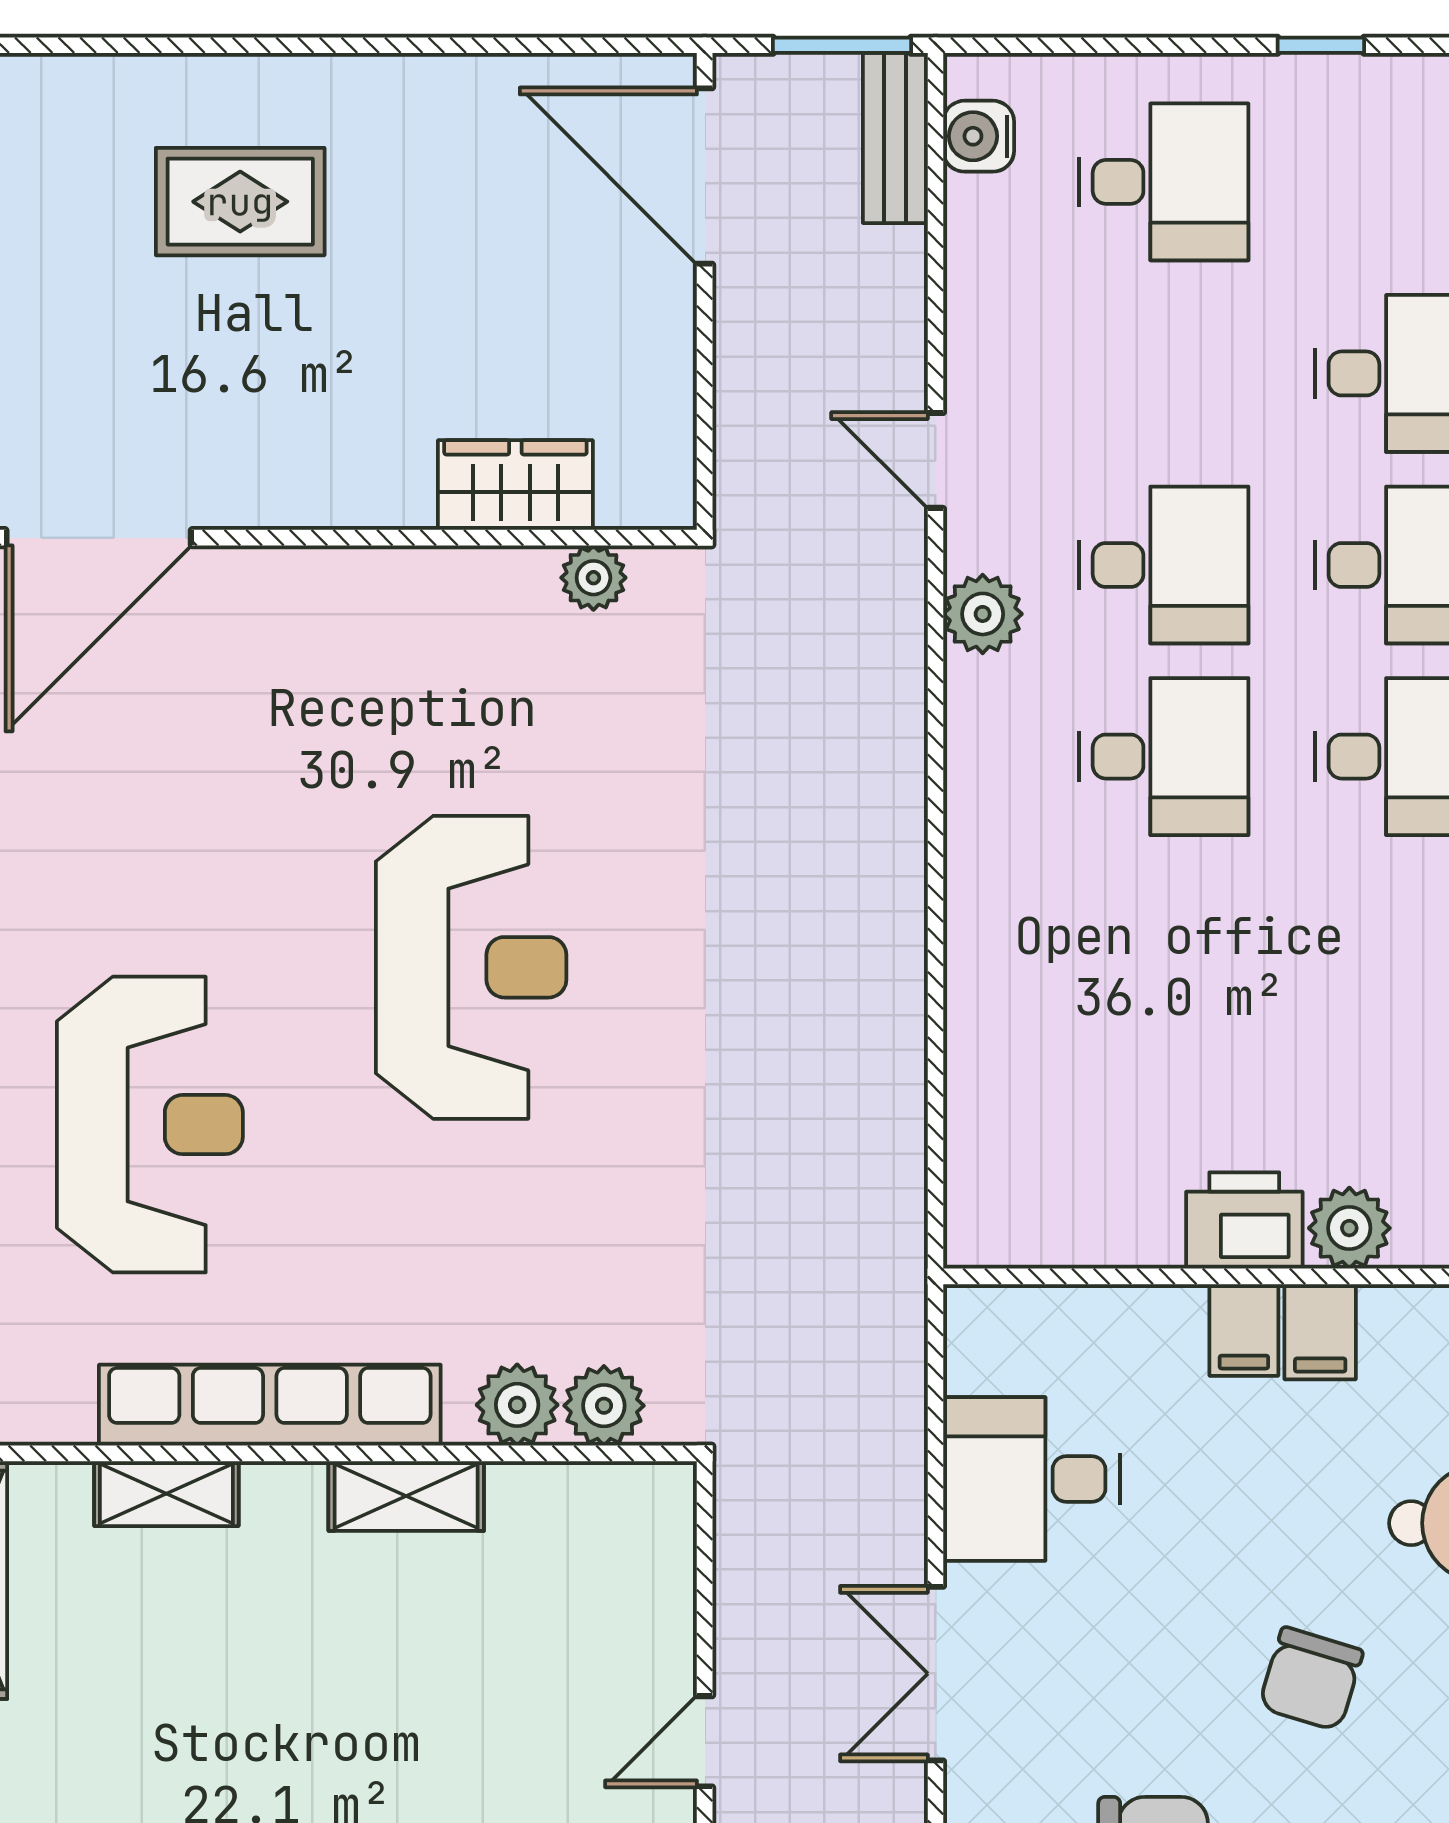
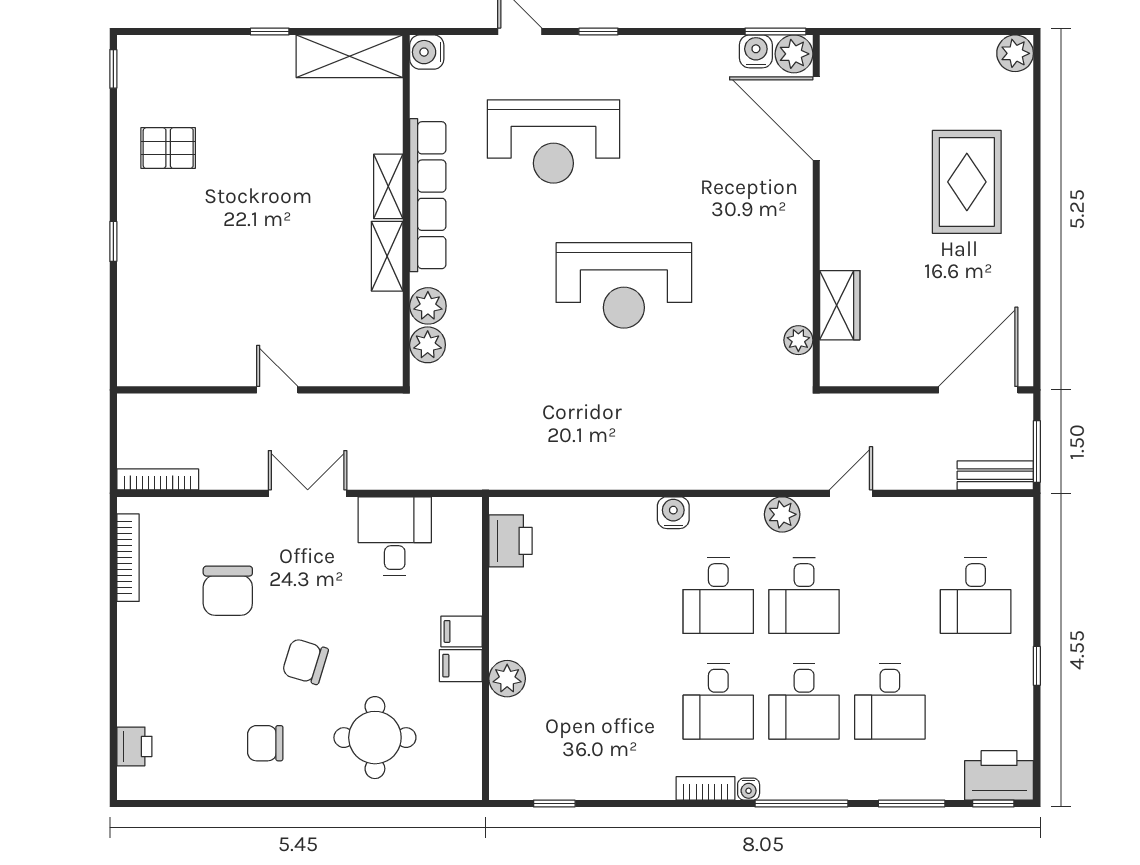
water cooler: (979, 136) -> (673, 513), moved
rug: (240, 202) -> (967, 182), width x1.36, depth x1.43
printer: (1244, 1221) -> (510, 541), moved
shelving: (166, 1494) -> (388, 186), moved

